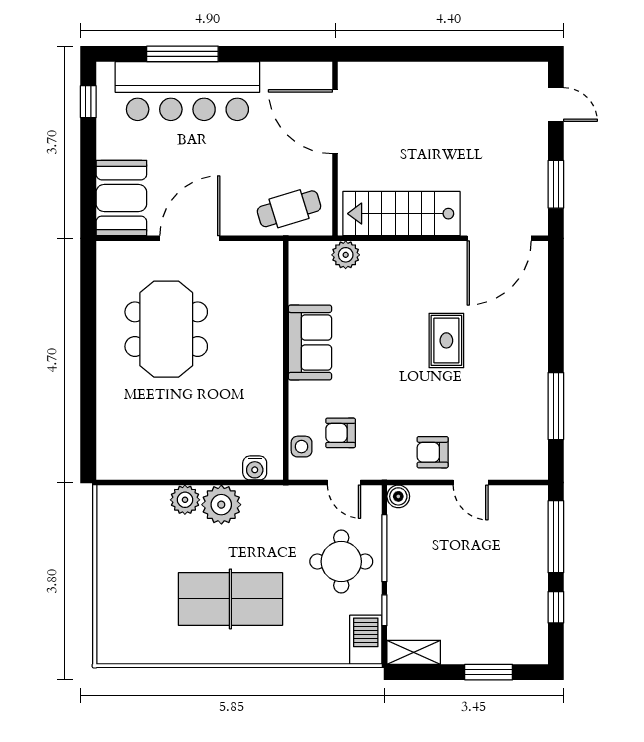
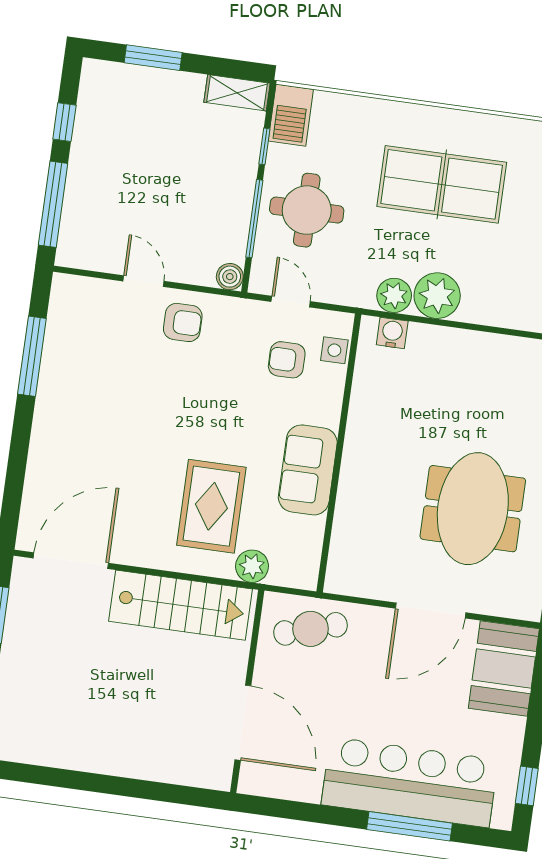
rug: (446, 340) -> (211, 506), moved, width x1.36, depth x1.43
armchair: (341, 433) -> (287, 360), turned 180
plant: (185, 500) -> (394, 295), moved

